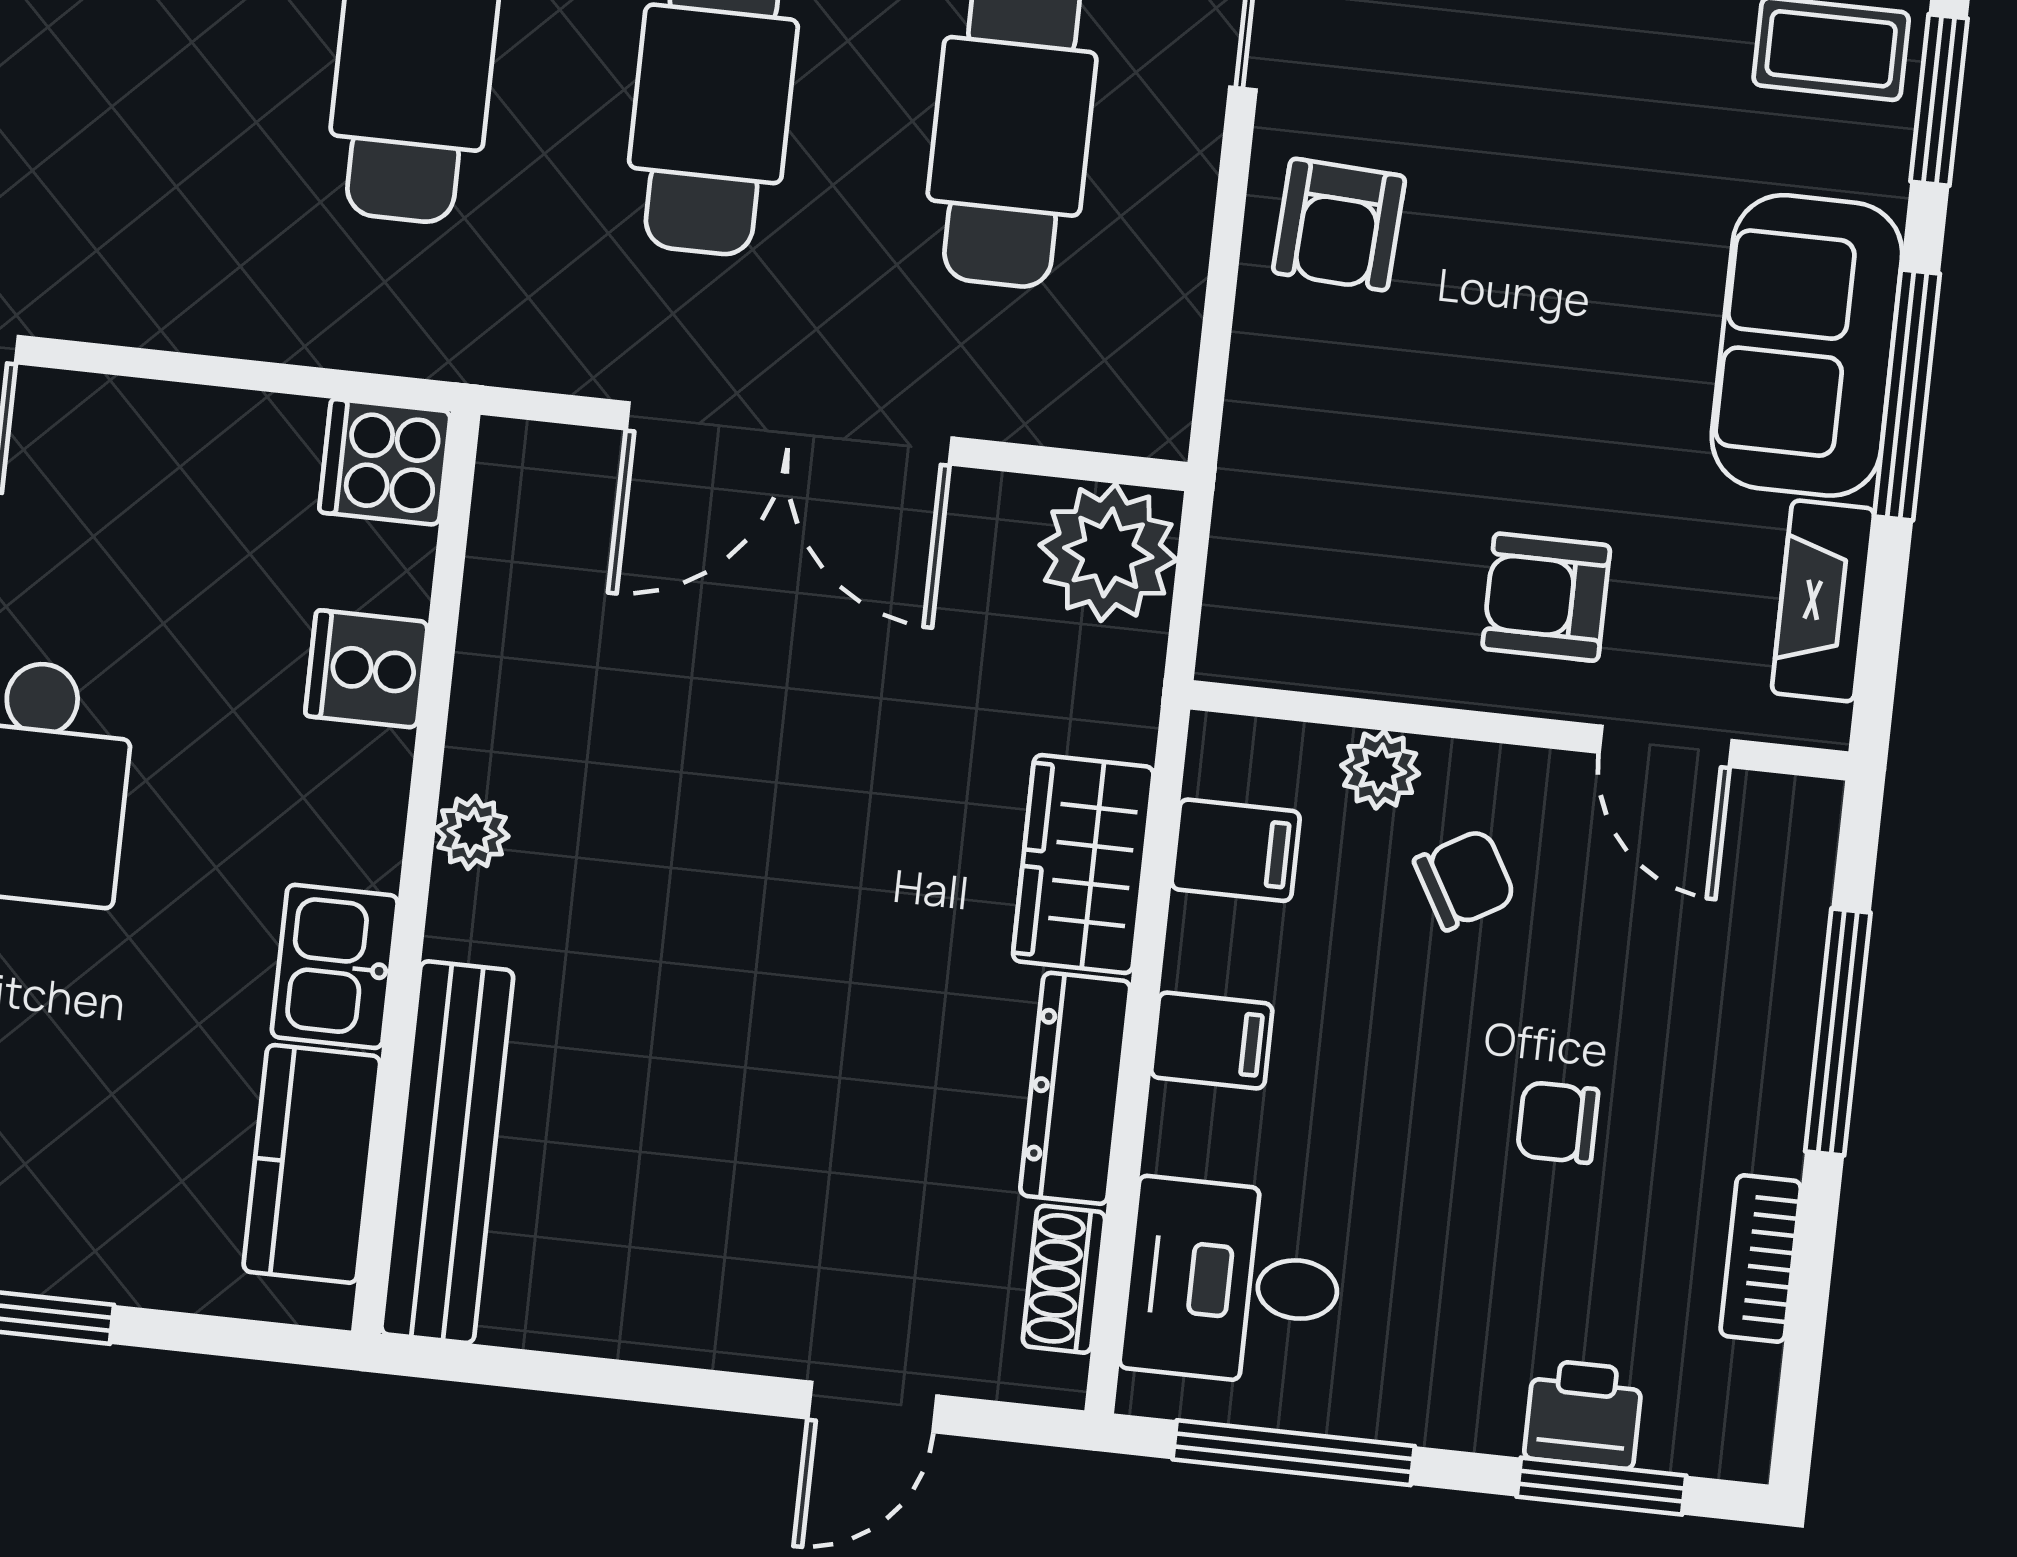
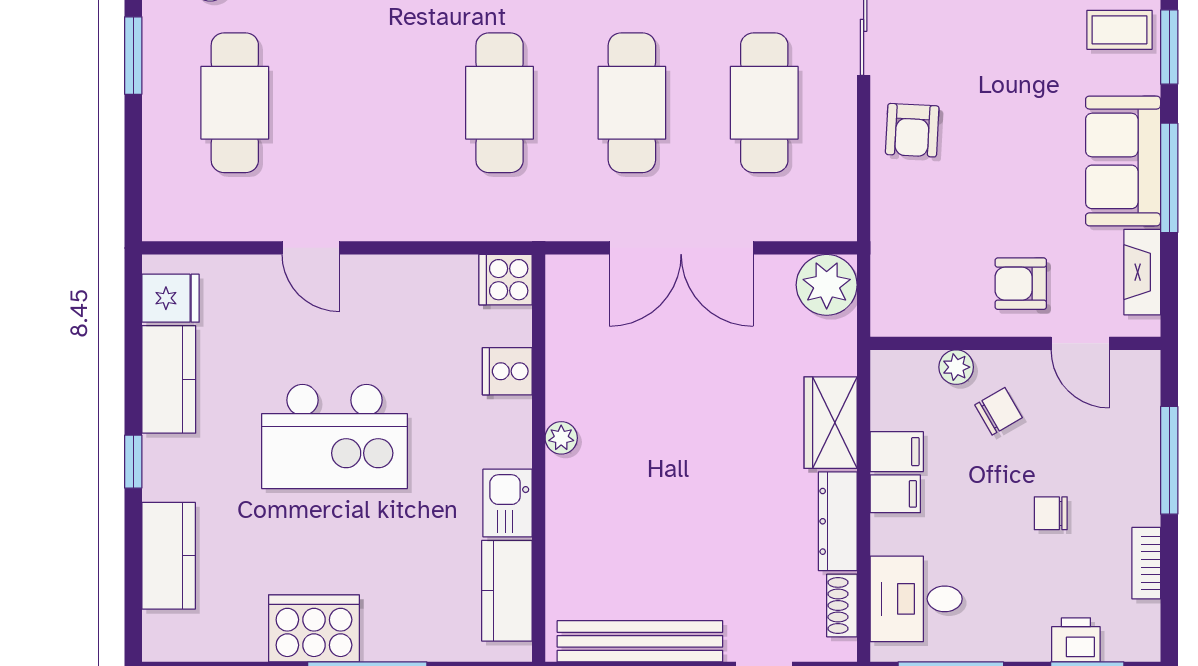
filing cabinet: (1236, 850) -> (897, 452), moved
bench: (447, 1152) -> (640, 641), moved, turned 90

